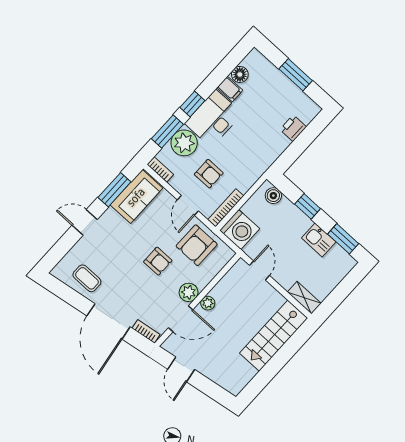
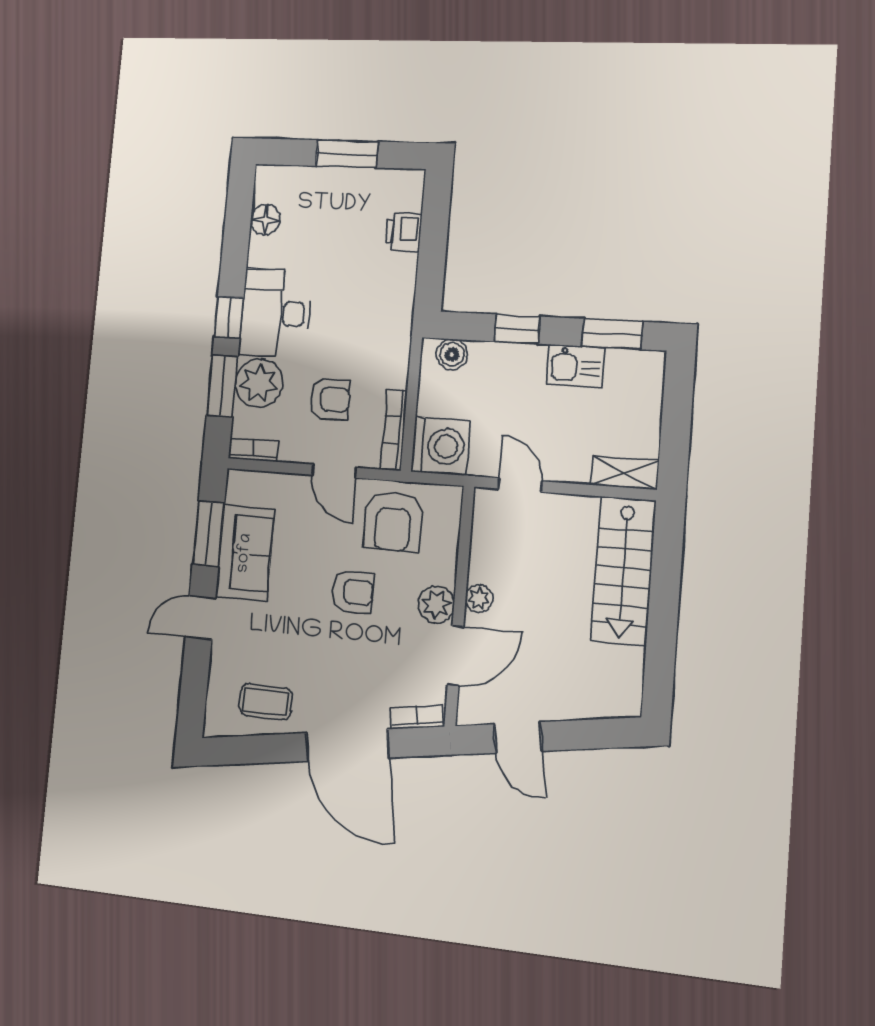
filing cabinet: (230, 89) -> (267, 252), removed
sofa: (136, 197) -> (245, 553), moved

